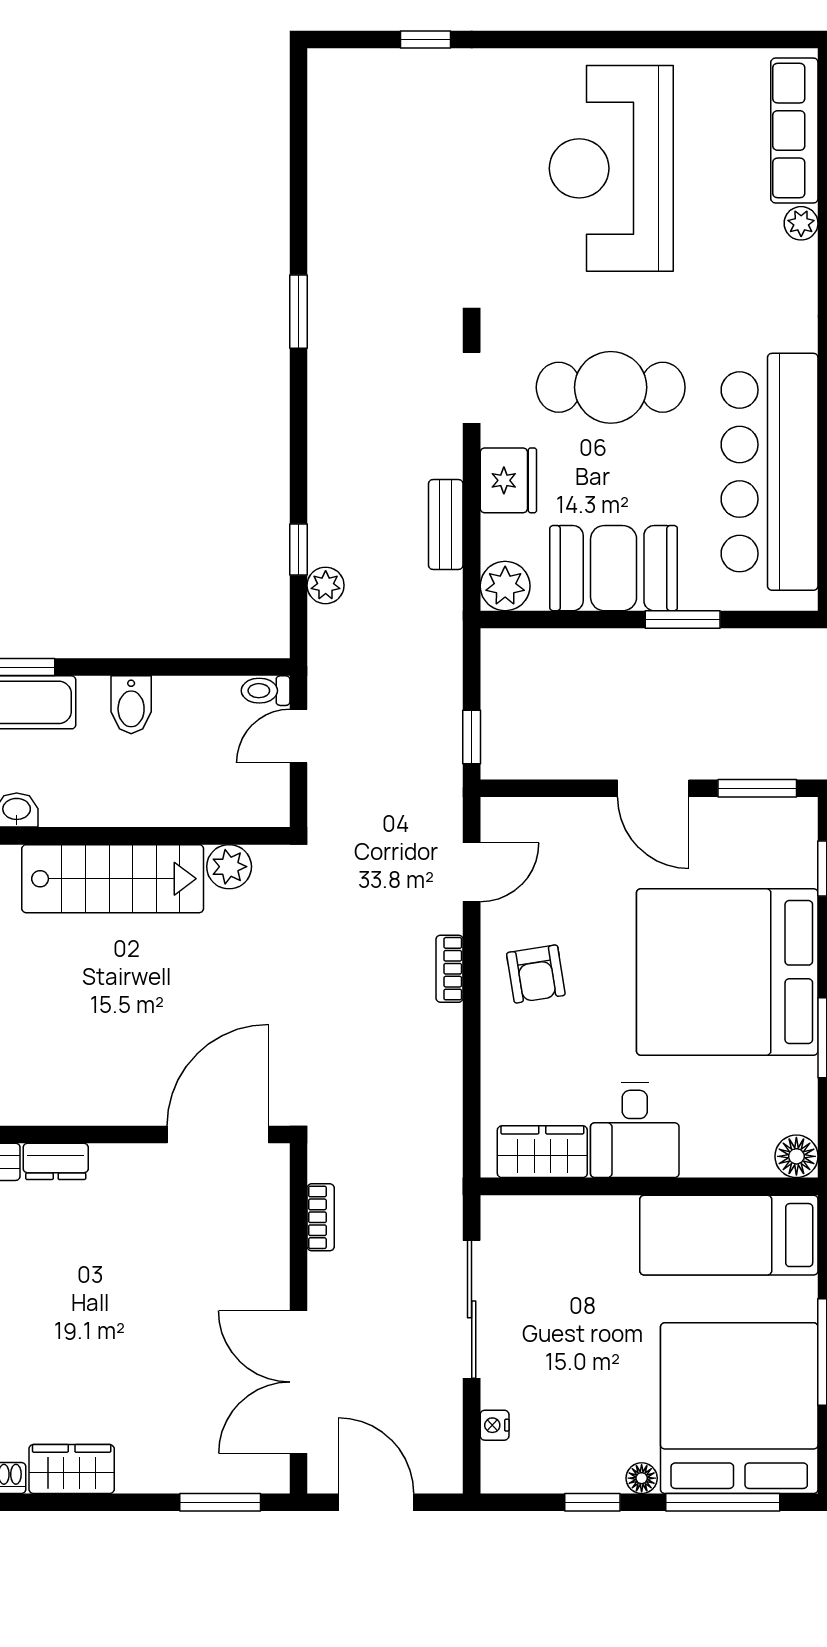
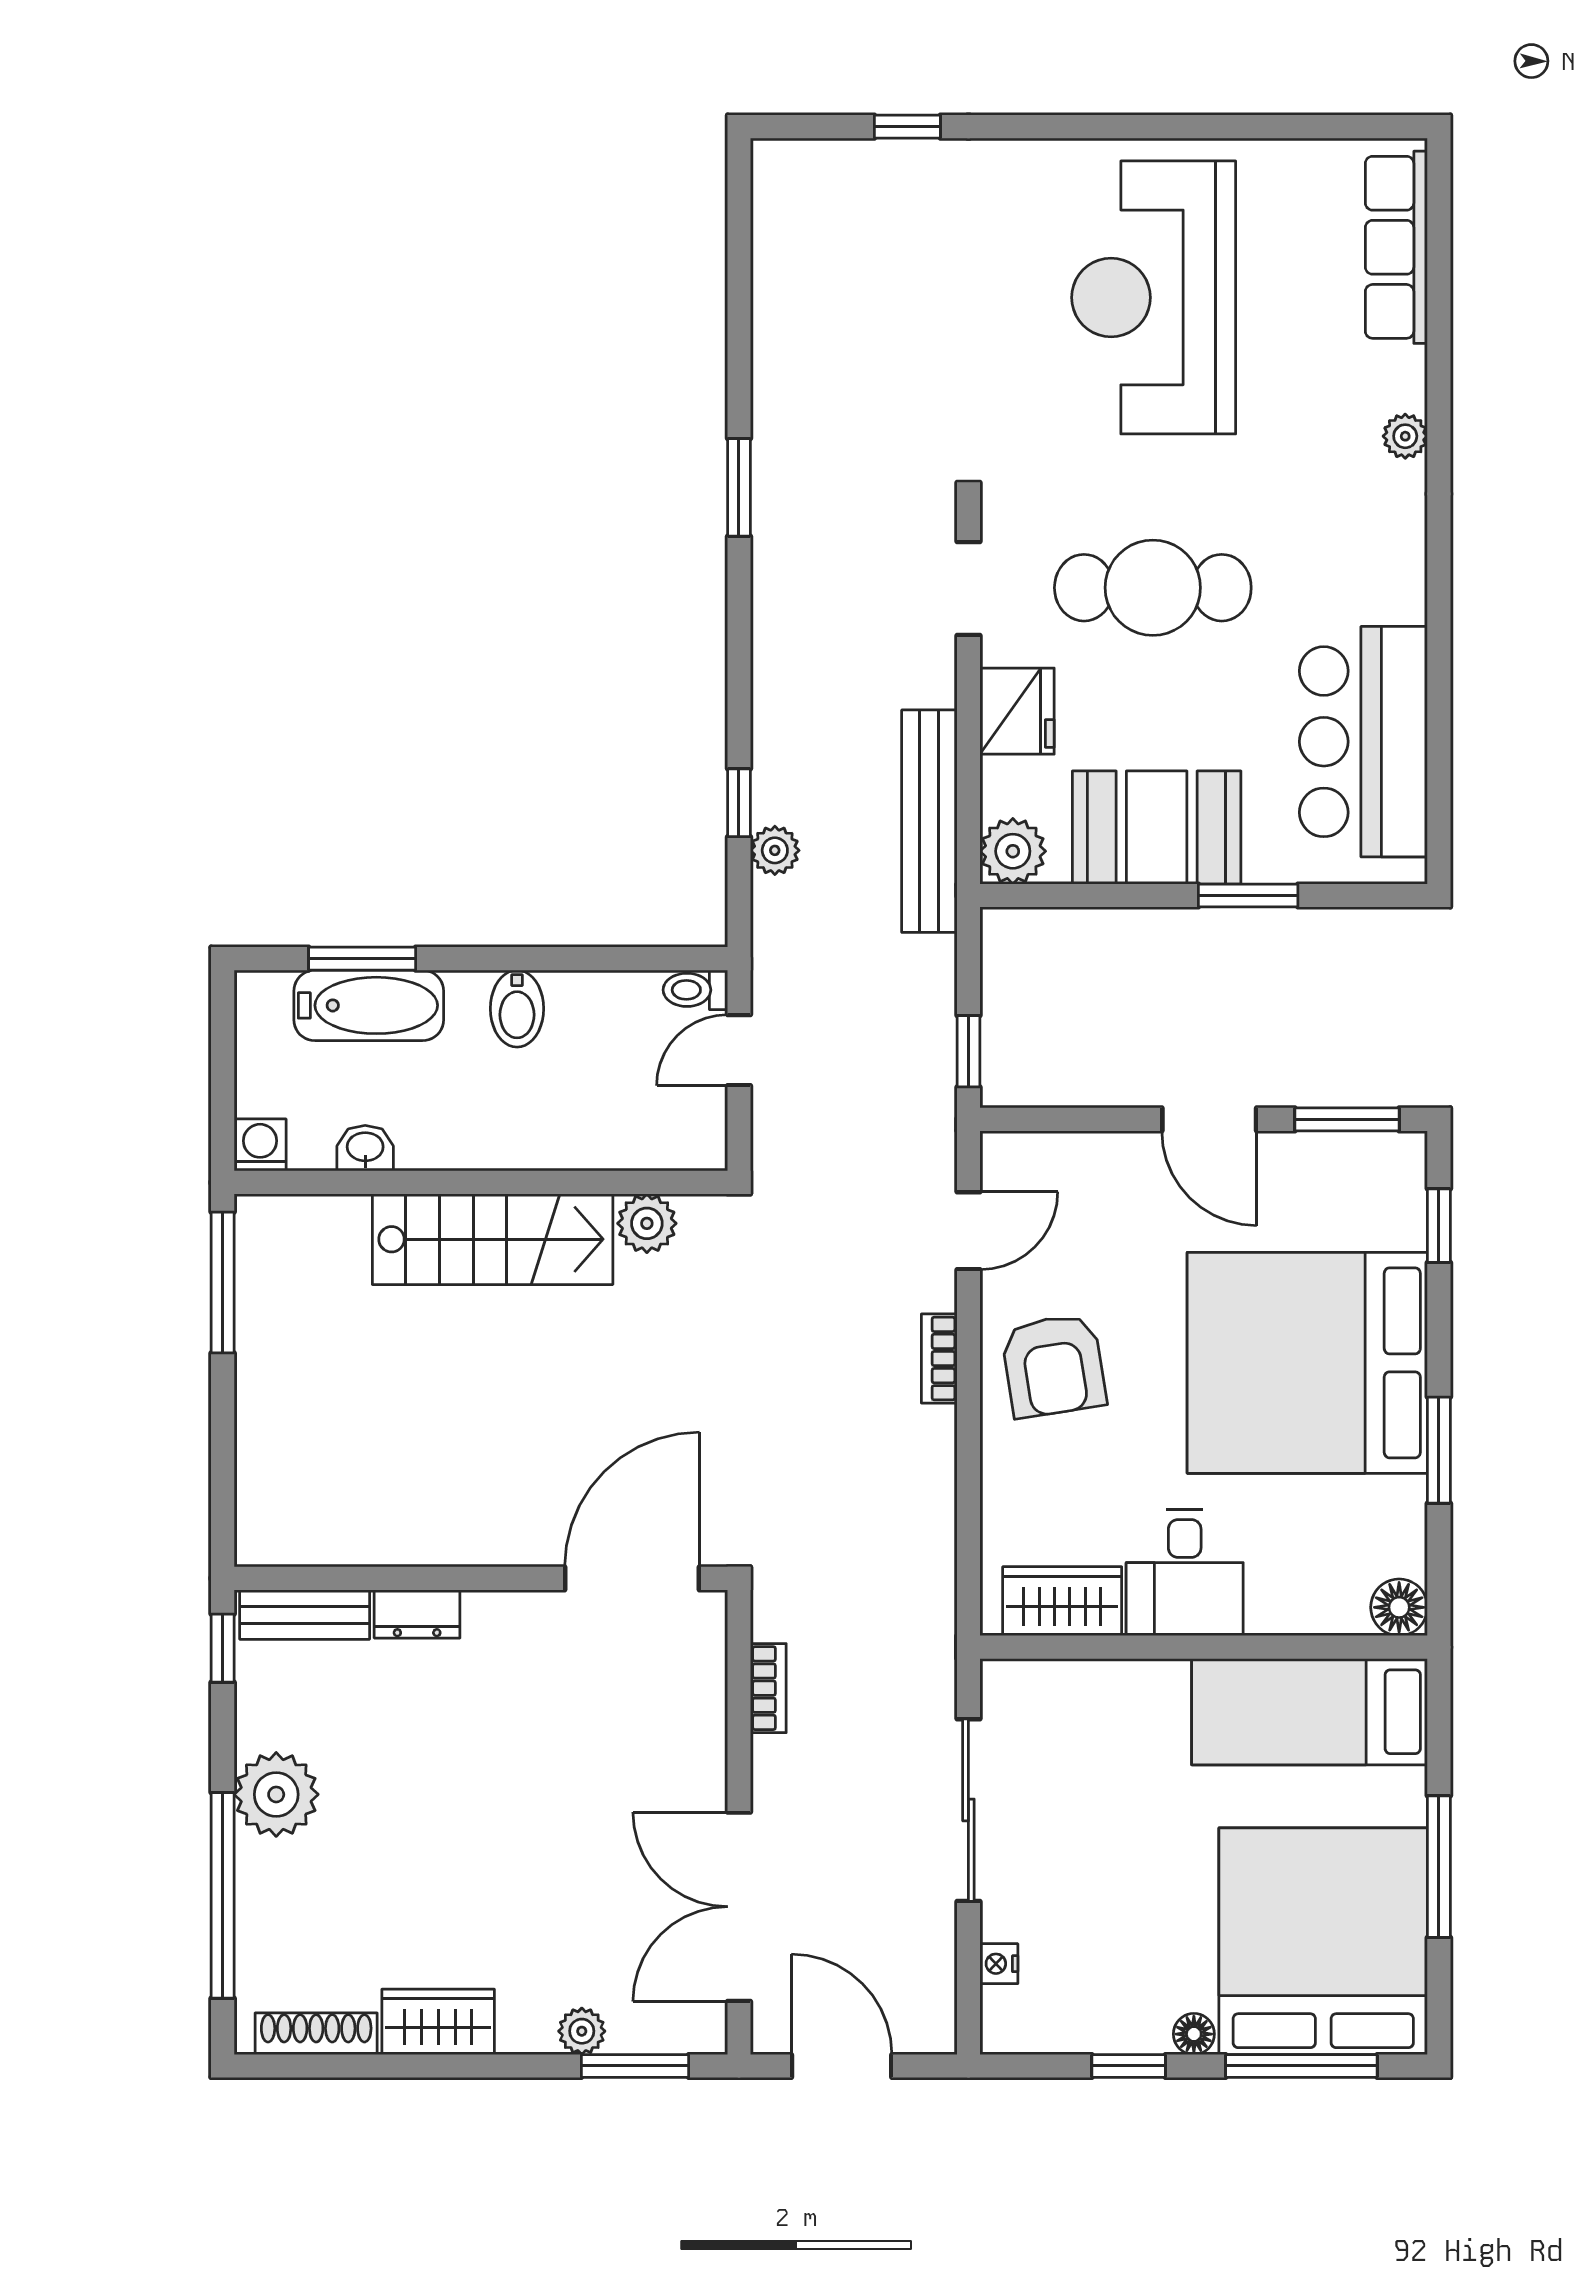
plant: (801, 223) -> (1405, 436), moved
bar counter: (770, 472) -> (1363, 742), width x0.73
bench: (446, 525) -> (929, 821), width x1.86, depth x1.21
armchair: (536, 974) -> (1054, 1366), width x1.38, depth x1.38
plant: (180, 1476) -> (582, 2031), added

